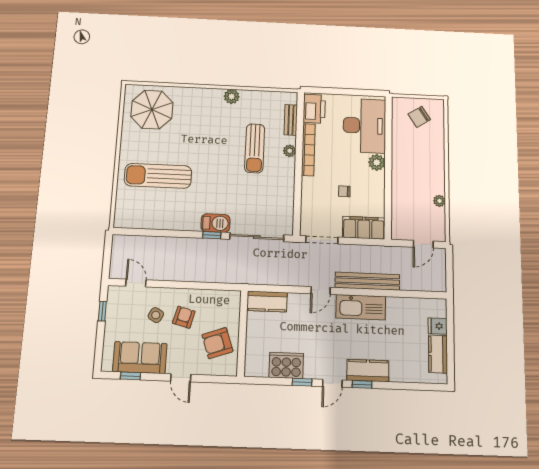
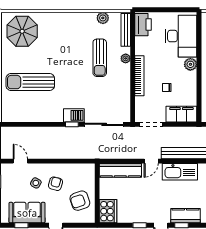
plant: (232, 96) -> (103, 18), moved
bench: (291, 120) -> (126, 30), width x1.36
bookcase: (308, 150) -> (139, 76), moved
kitchen counter: (267, 301) -> (120, 170), width x1.50
cooker: (286, 365) -> (108, 211), moved, turned 90

